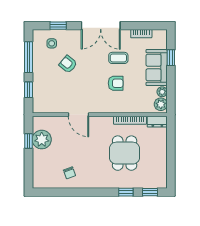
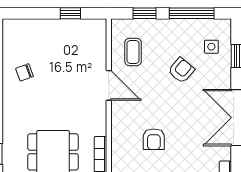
coffee table: (118, 58) -> (133, 52), moved
door: (78, 115) -> (109, 85), swing flipped
plant: (42, 140) -> (73, 32), removed

